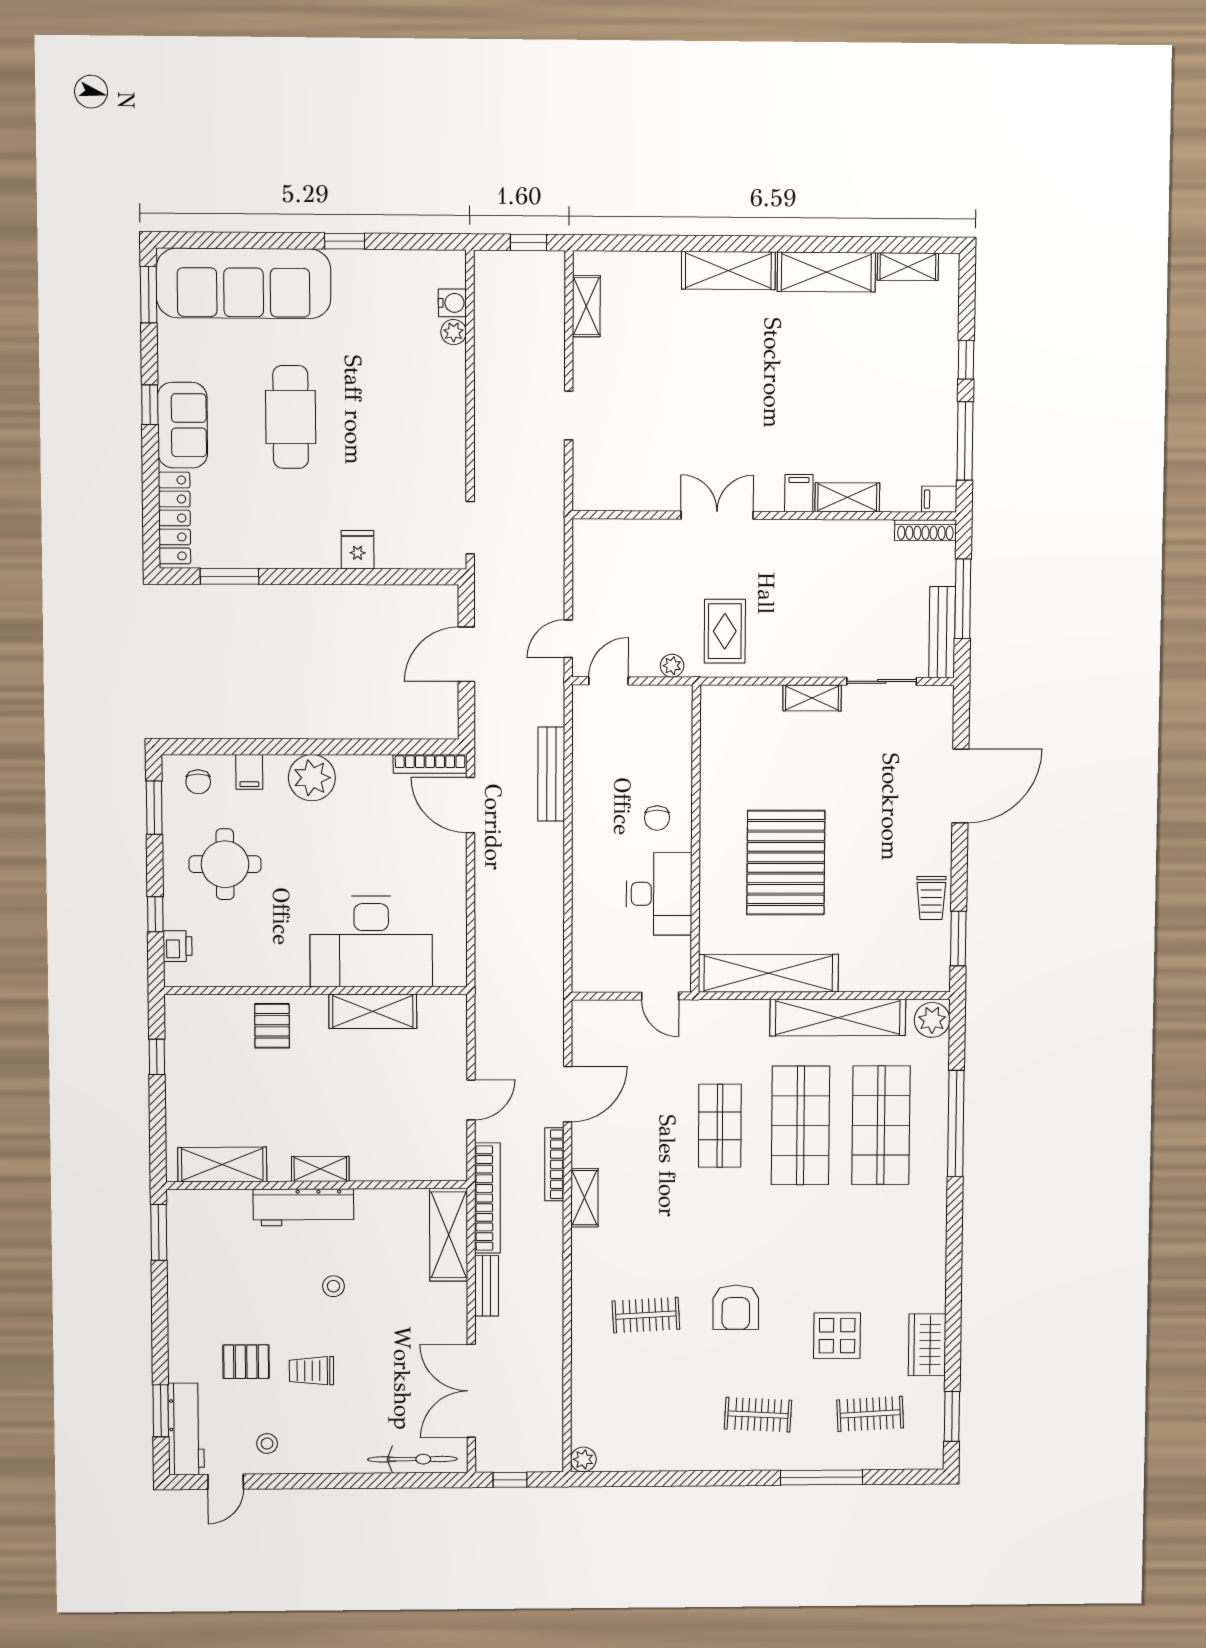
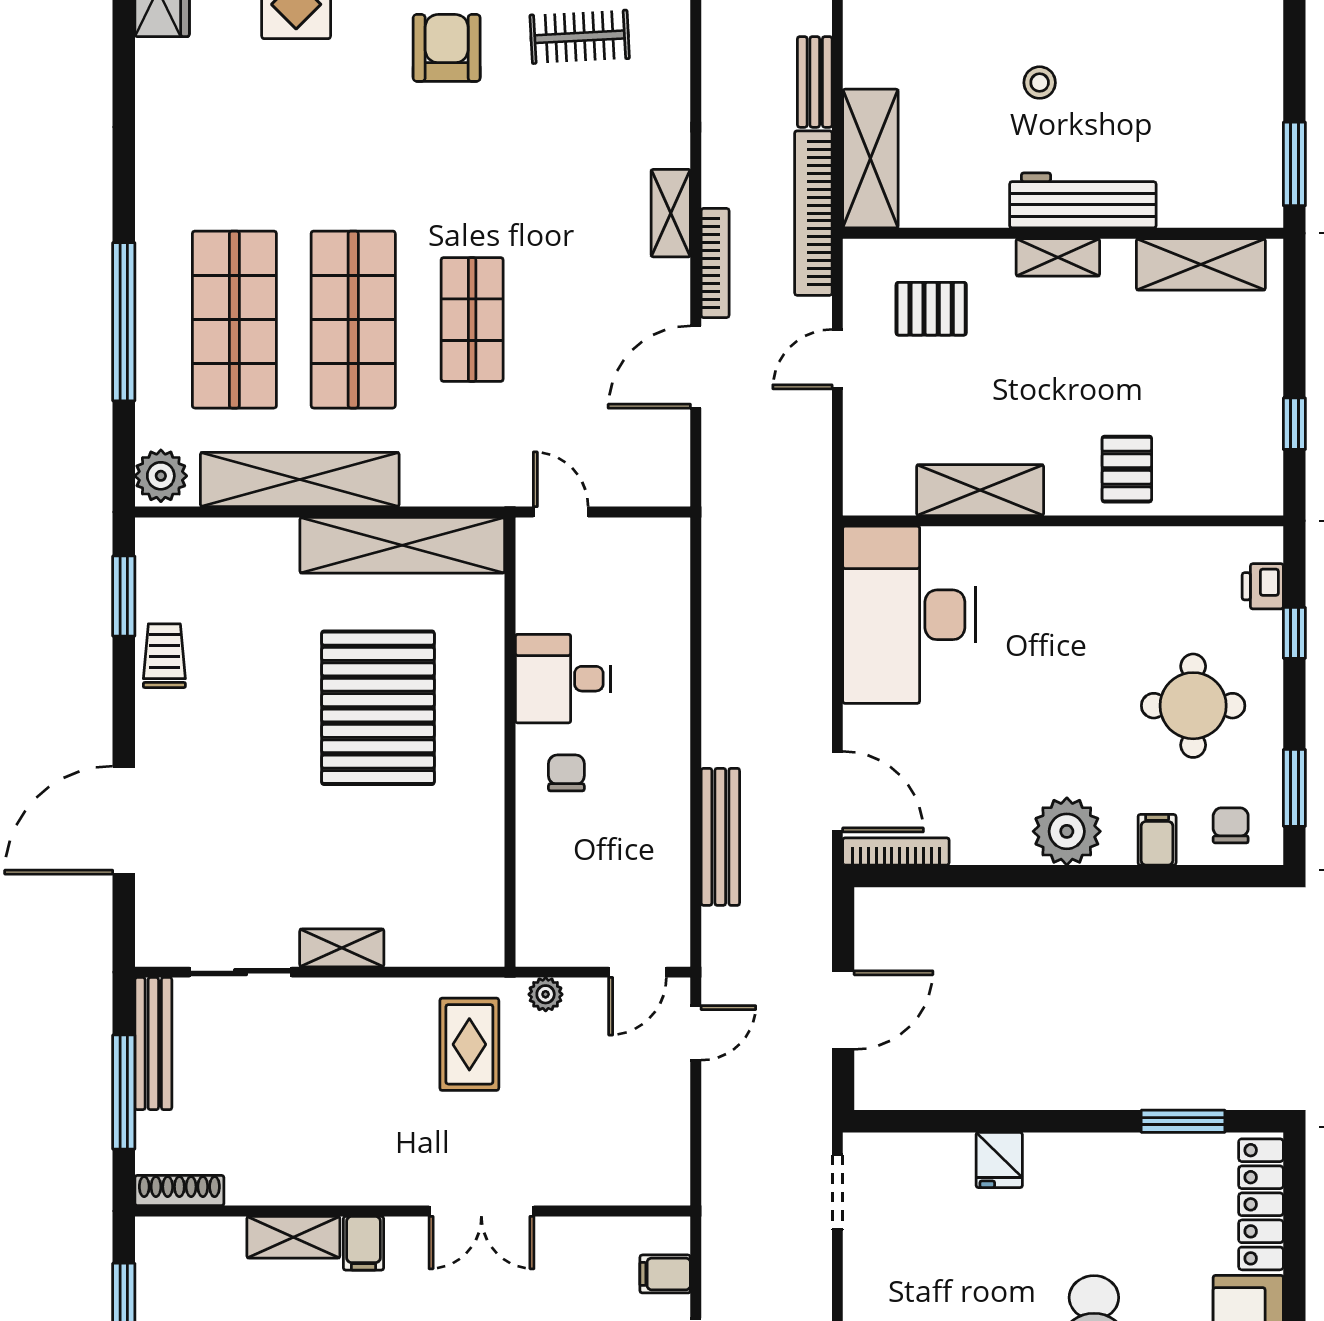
filing cabinet: (939, 499) -> (665, 1274), moved, turned 180
desk: (659, 894) -> (563, 679), width x0.73
desk: (371, 942) -> (909, 615), moved, turned -90
pallet: (407, 1134) -> (931, 309), added

